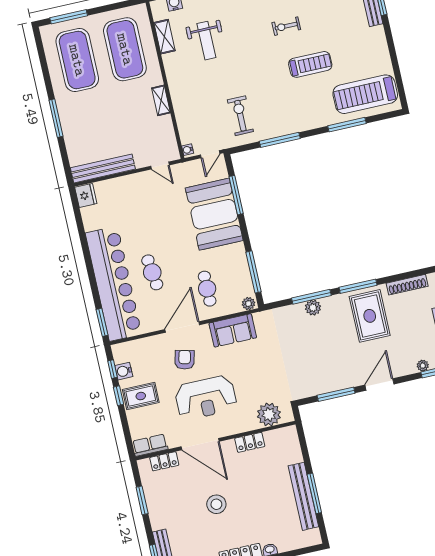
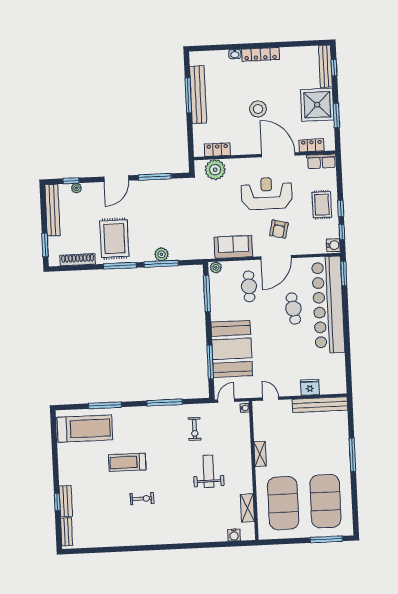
weight bench: (206, 41) -> (208, 471), moved
exercise bike: (240, 116) -> (195, 429), width x0.73, depth x0.72
fridge: (86, 195) -> (310, 387), moved, turned 90
water cooler: (124, 371) -> (333, 245), moved
rug: (141, 396) -> (322, 205), turned 90
locker: (250, 442) -> (217, 150), moved
stool: (216, 504) -> (258, 109), moved
shower: (166, 509) -> (317, 105), added

